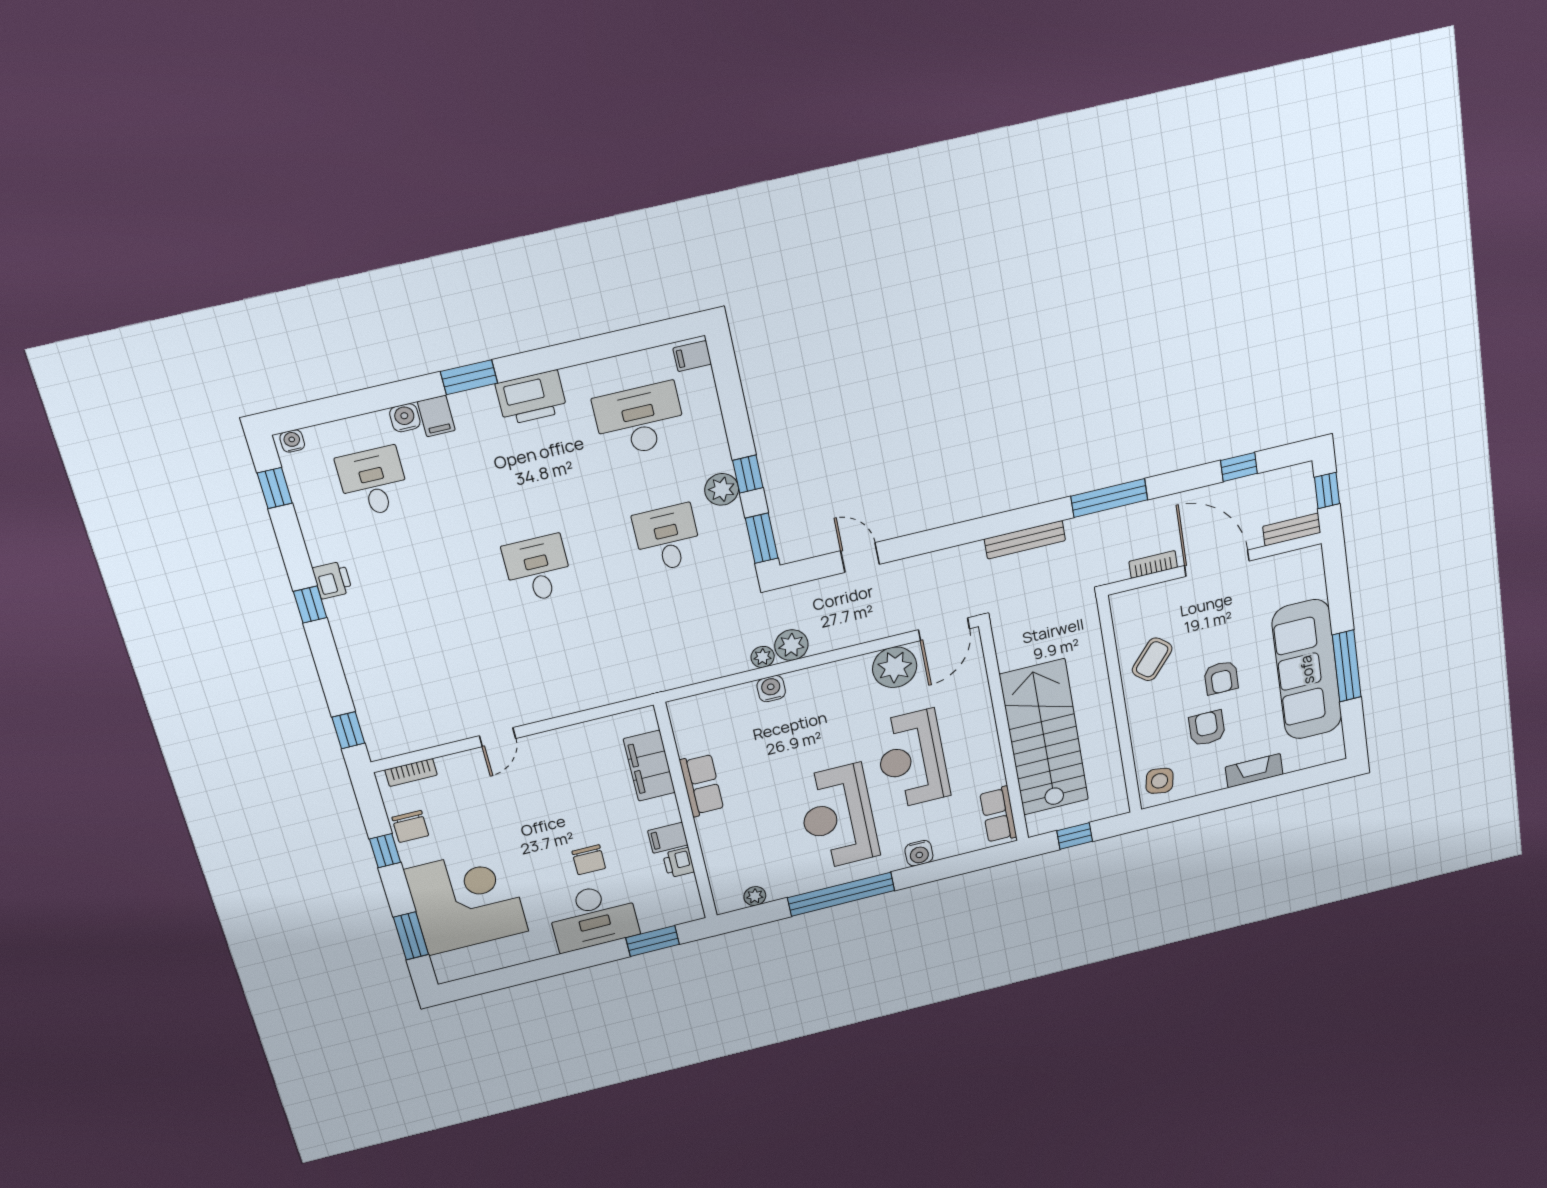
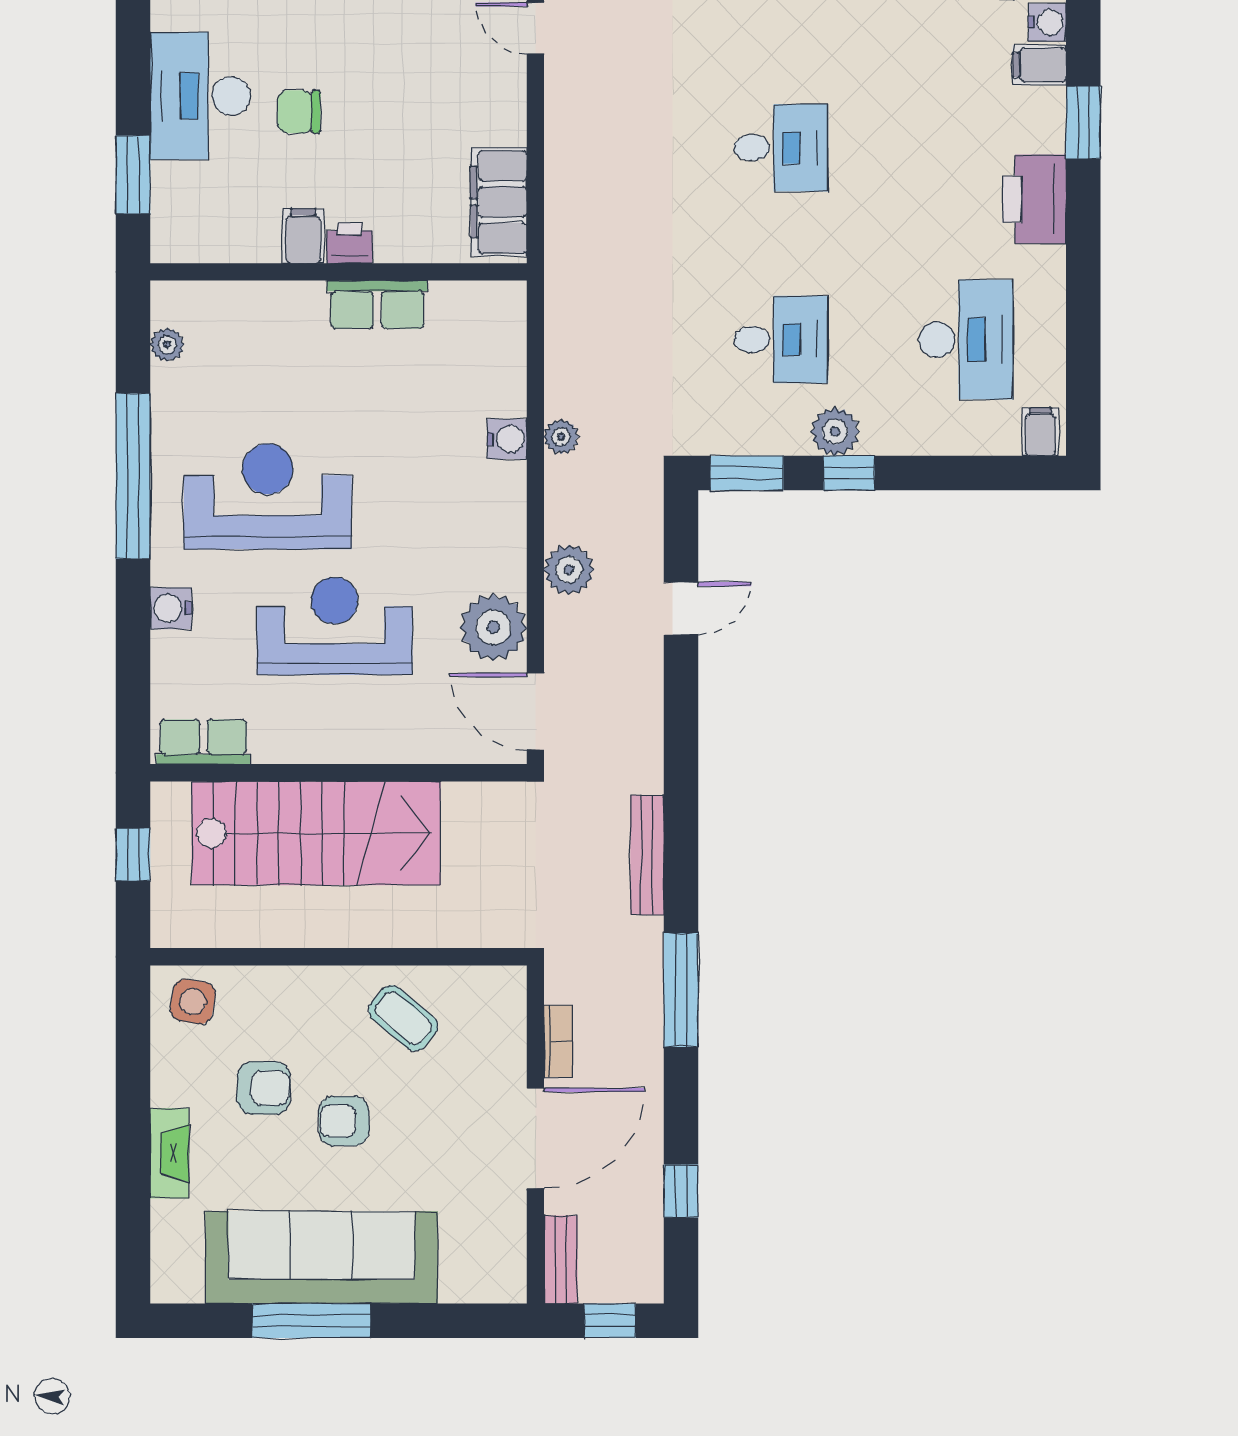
plant: (791, 645) -> (569, 570), moved
filing cabinet: (649, 766) -> (499, 202), moved, turned -90
printer: (679, 863) -> (350, 243), moved

